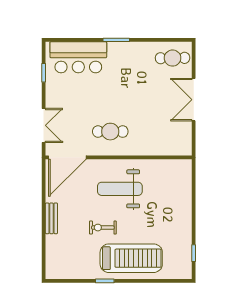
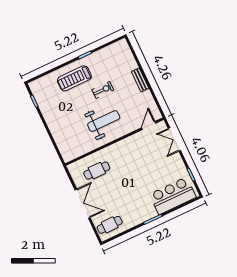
cafe table: (110, 132) -> (97, 171), moved
door: (67, 157) -> (149, 126), width x0.53
treadmill: (131, 258) -> (74, 78), width x0.73, depth x0.73

